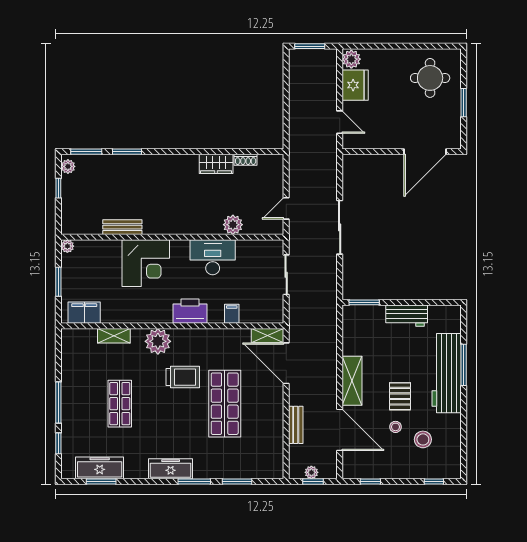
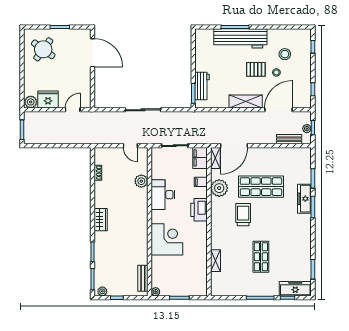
round table: (430, 78) -> (43, 49), turned 36
wardrobe: (216, 164) -> (101, 220), moved
bench: (122, 227) -> (143, 278), moved
filing cabinet: (84, 313) -> (200, 158), moved
workbench: (407, 316) -> (202, 86), moved
plant: (158, 341) -> (219, 188), moved
shop shelf: (120, 404) -> (261, 257), turned 90
bench: (296, 425) -> (289, 139), moved
freezer: (100, 468) -> (295, 289), moved, turned 90
freezer: (171, 469) -> (304, 199), moved

